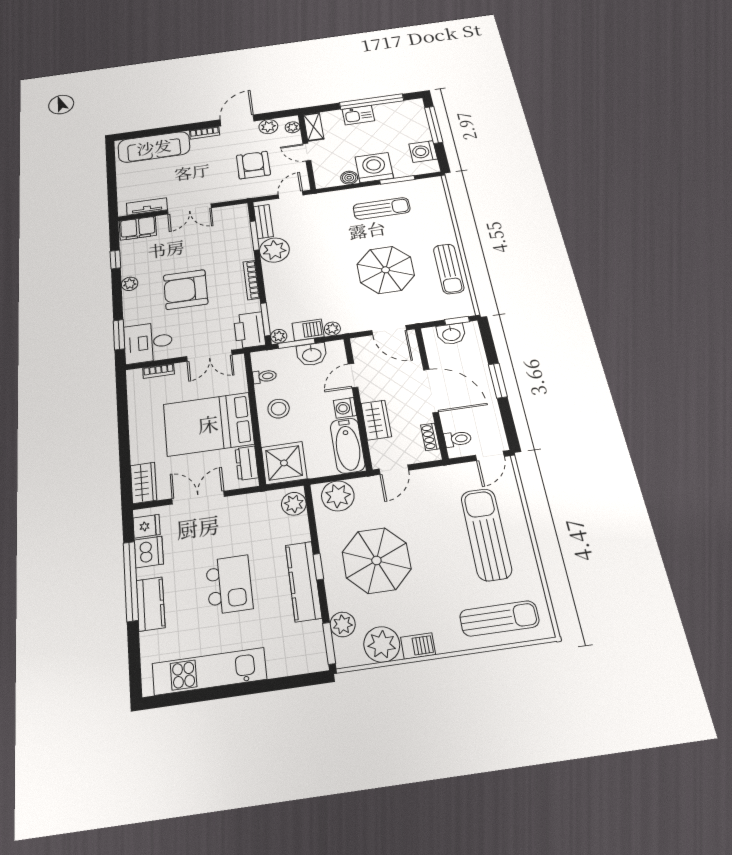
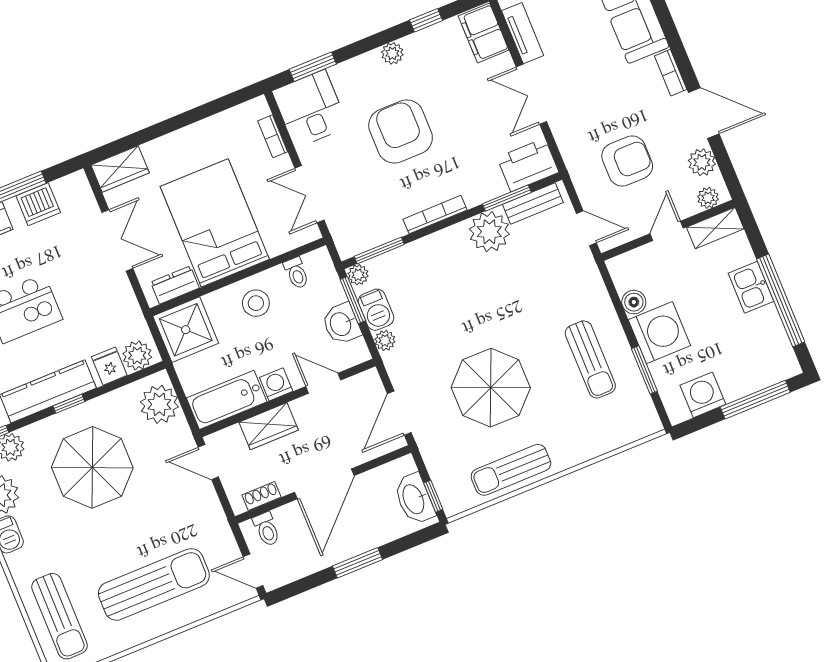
printer: (249, 330) -> (528, 165), moved
washbasin: (451, 334) -> (414, 499), width x1.38
fridge: (147, 526) -> (109, 366), moved, turned 180

